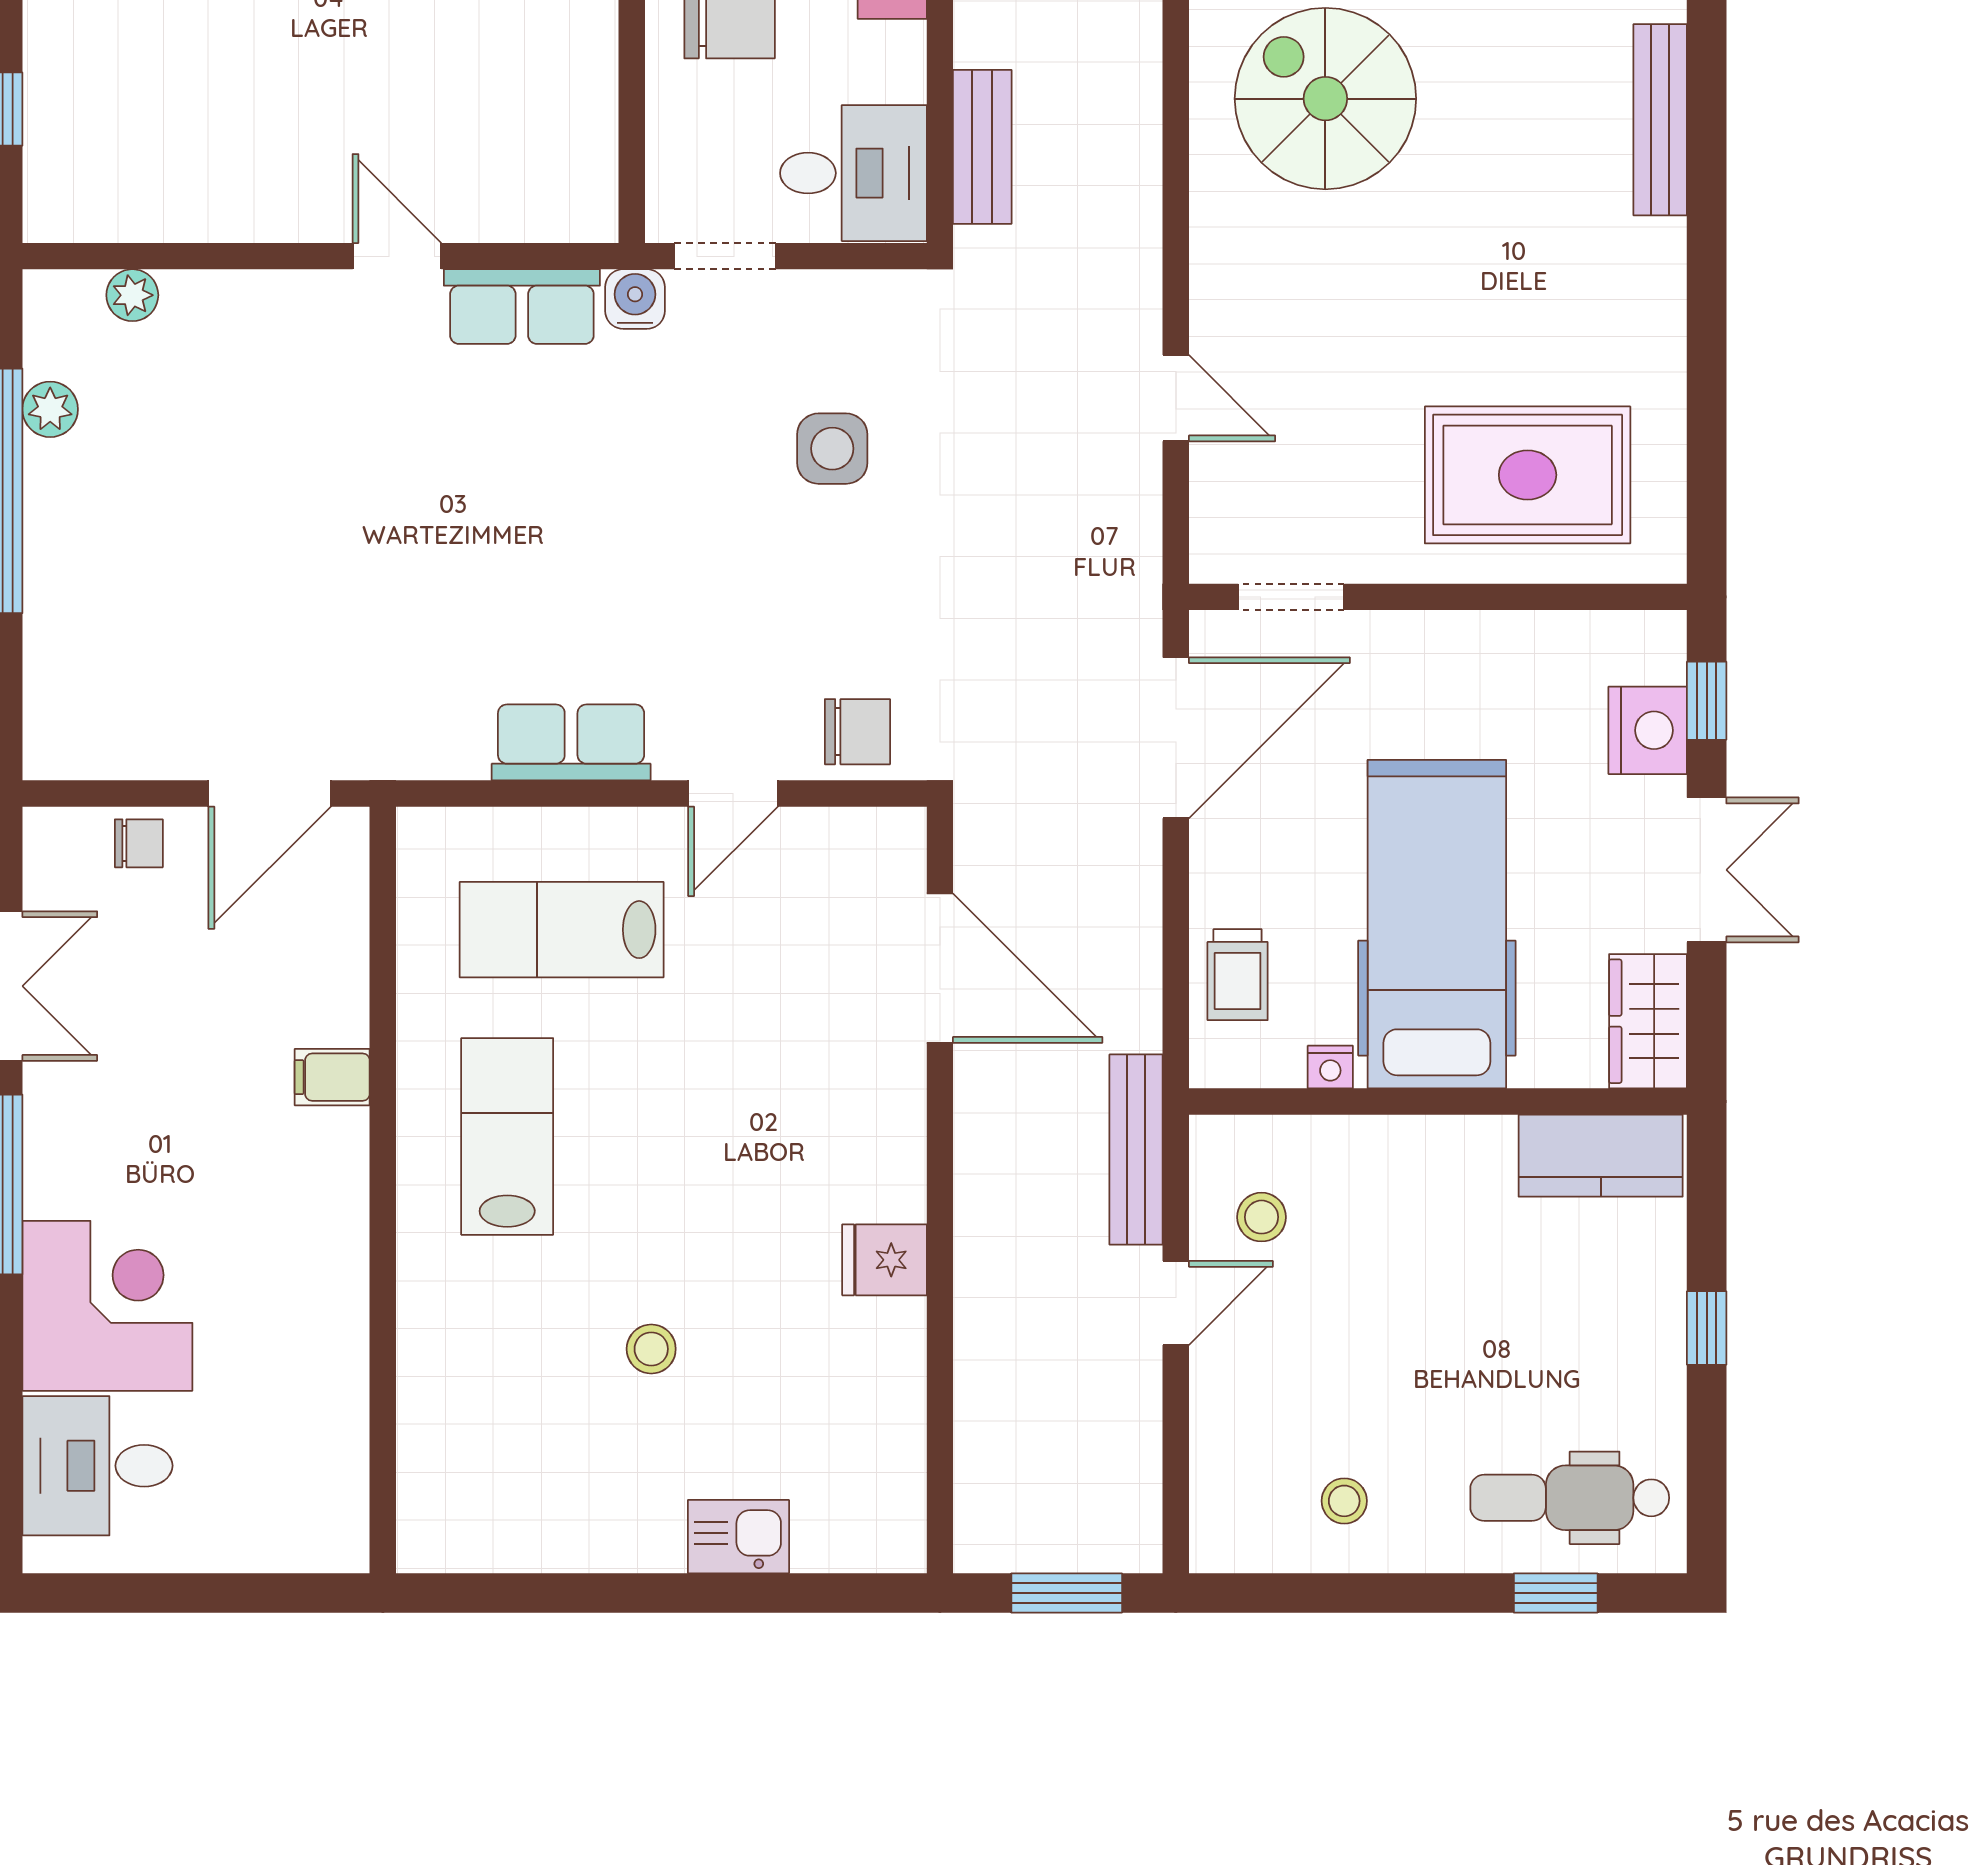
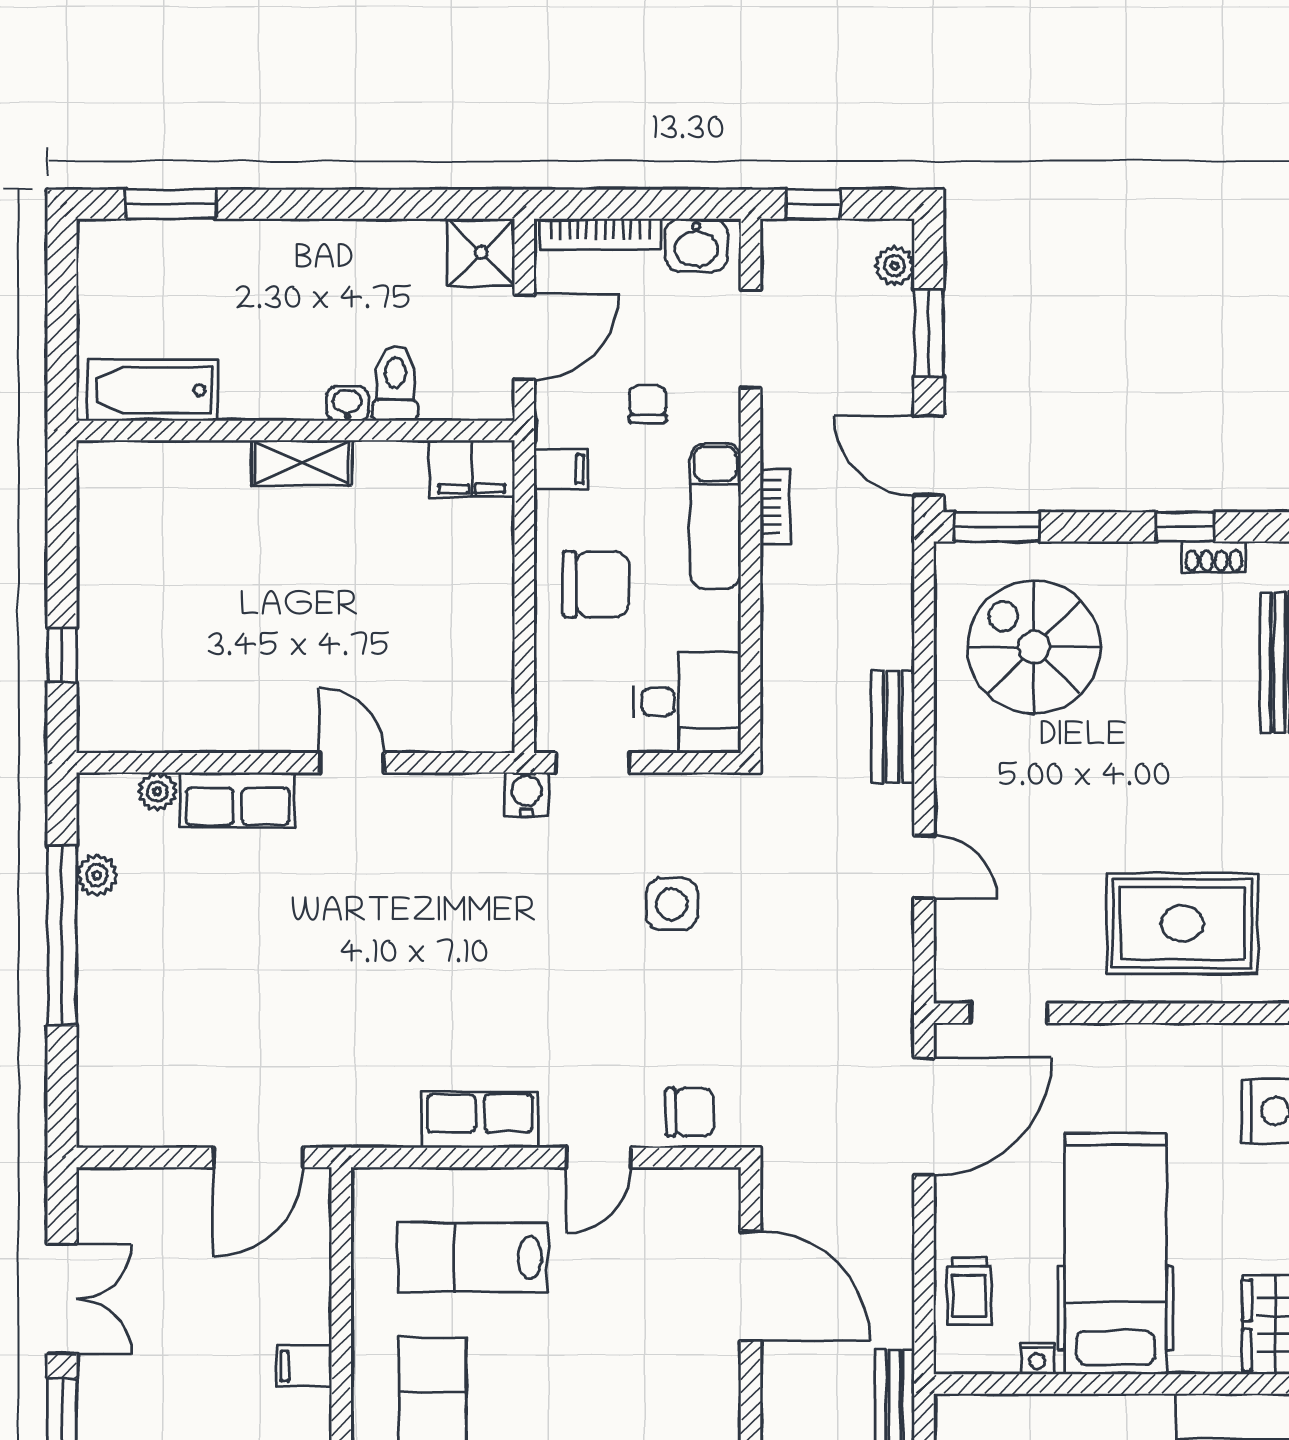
bench: (982, 147) -> (893, 727), moved
row of seats: (522, 307) -> (238, 800), moved
chair: (139, 843) -> (162, 1194), removed

